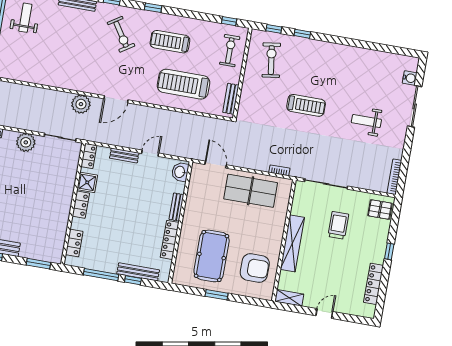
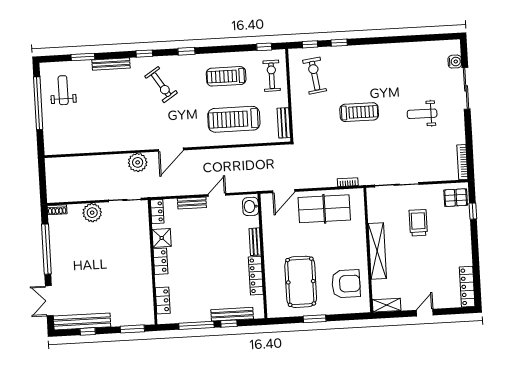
treadmill: (170, 42) -> (226, 76), moved
door: (216, 165) -> (284, 191), swing flipped
window: (389, 251) -> (473, 211), moved
locker: (374, 284) -> (467, 287), moved

